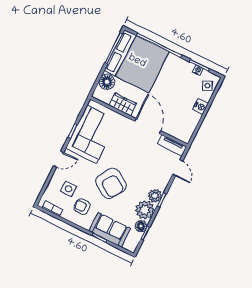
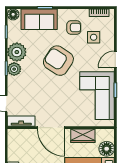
floor lamp: (141, 226) -> (13, 14), moved

